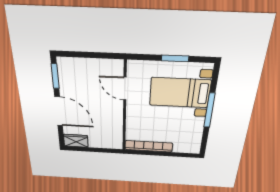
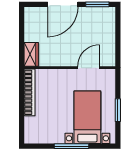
wardrobe: (76, 141) -> (31, 54), moved

